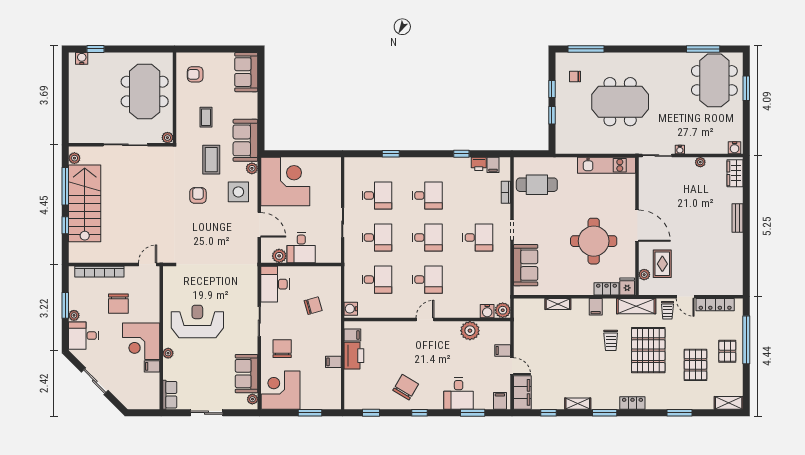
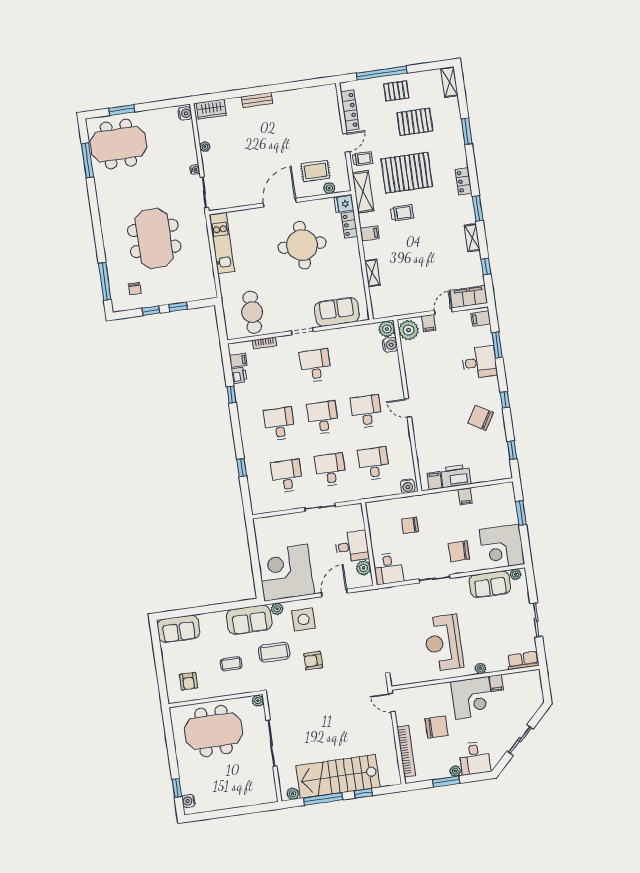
desk: (275, 284) -> (388, 569), width x0.73
chair: (313, 306) -> (410, 525), turned -74
plant: (470, 331) -> (409, 330), moved

